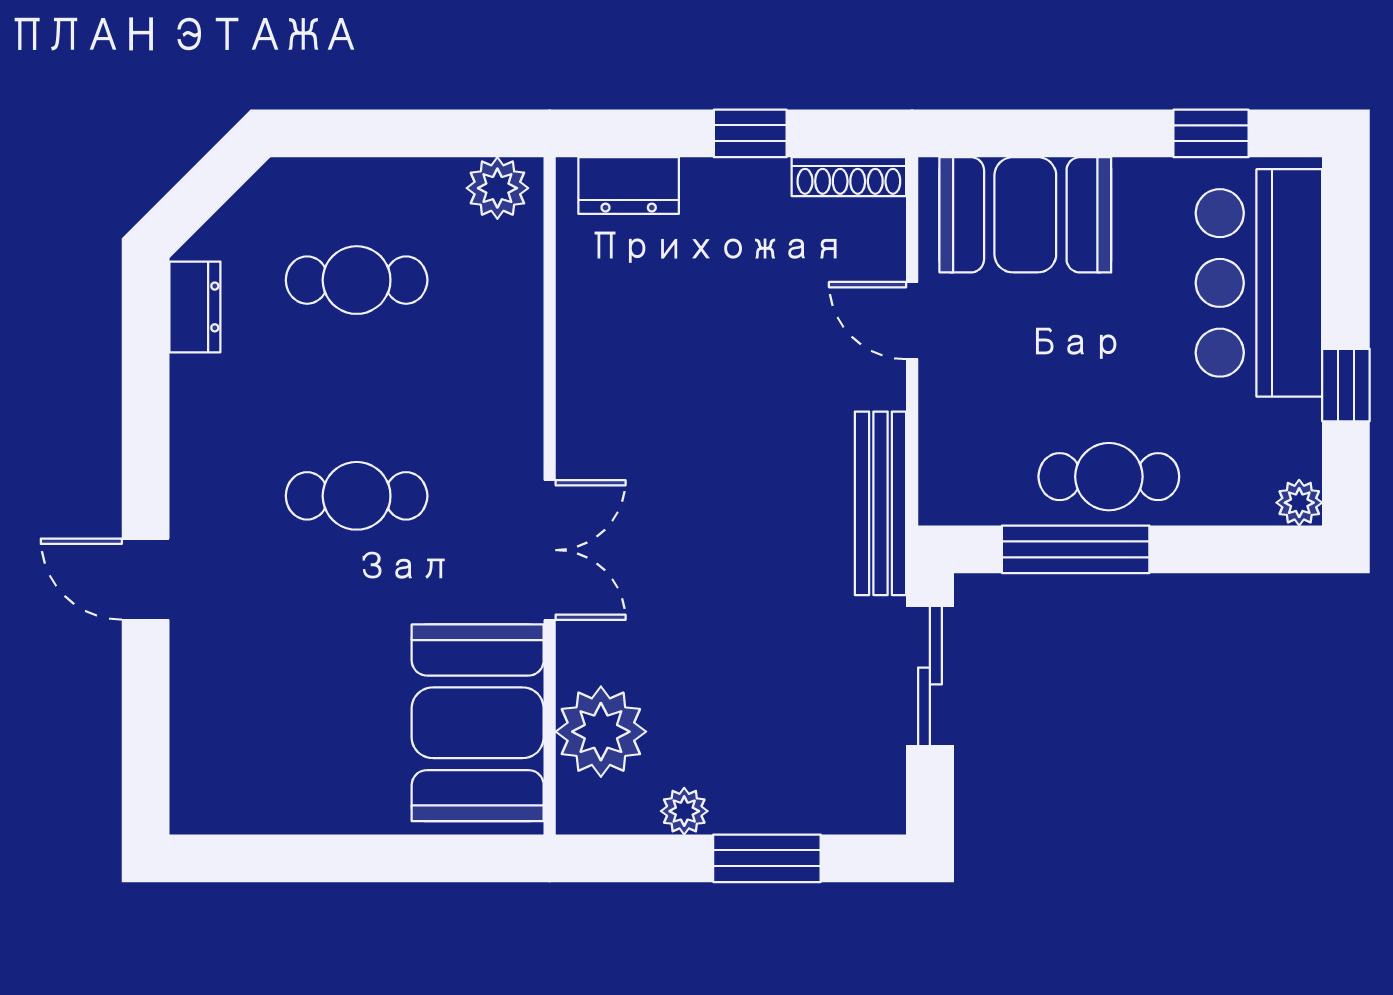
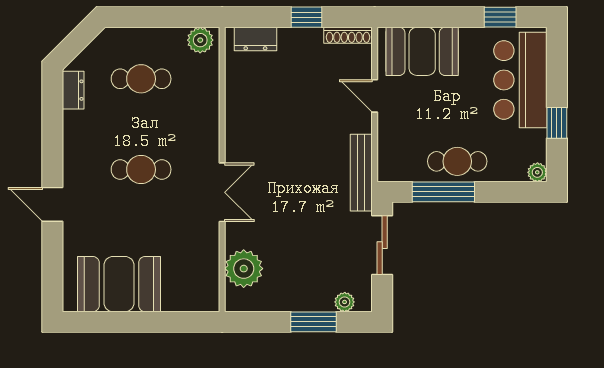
booth: (478, 723) -> (119, 284), moved, turned 90
plant: (684, 811) -> (345, 302), moved

